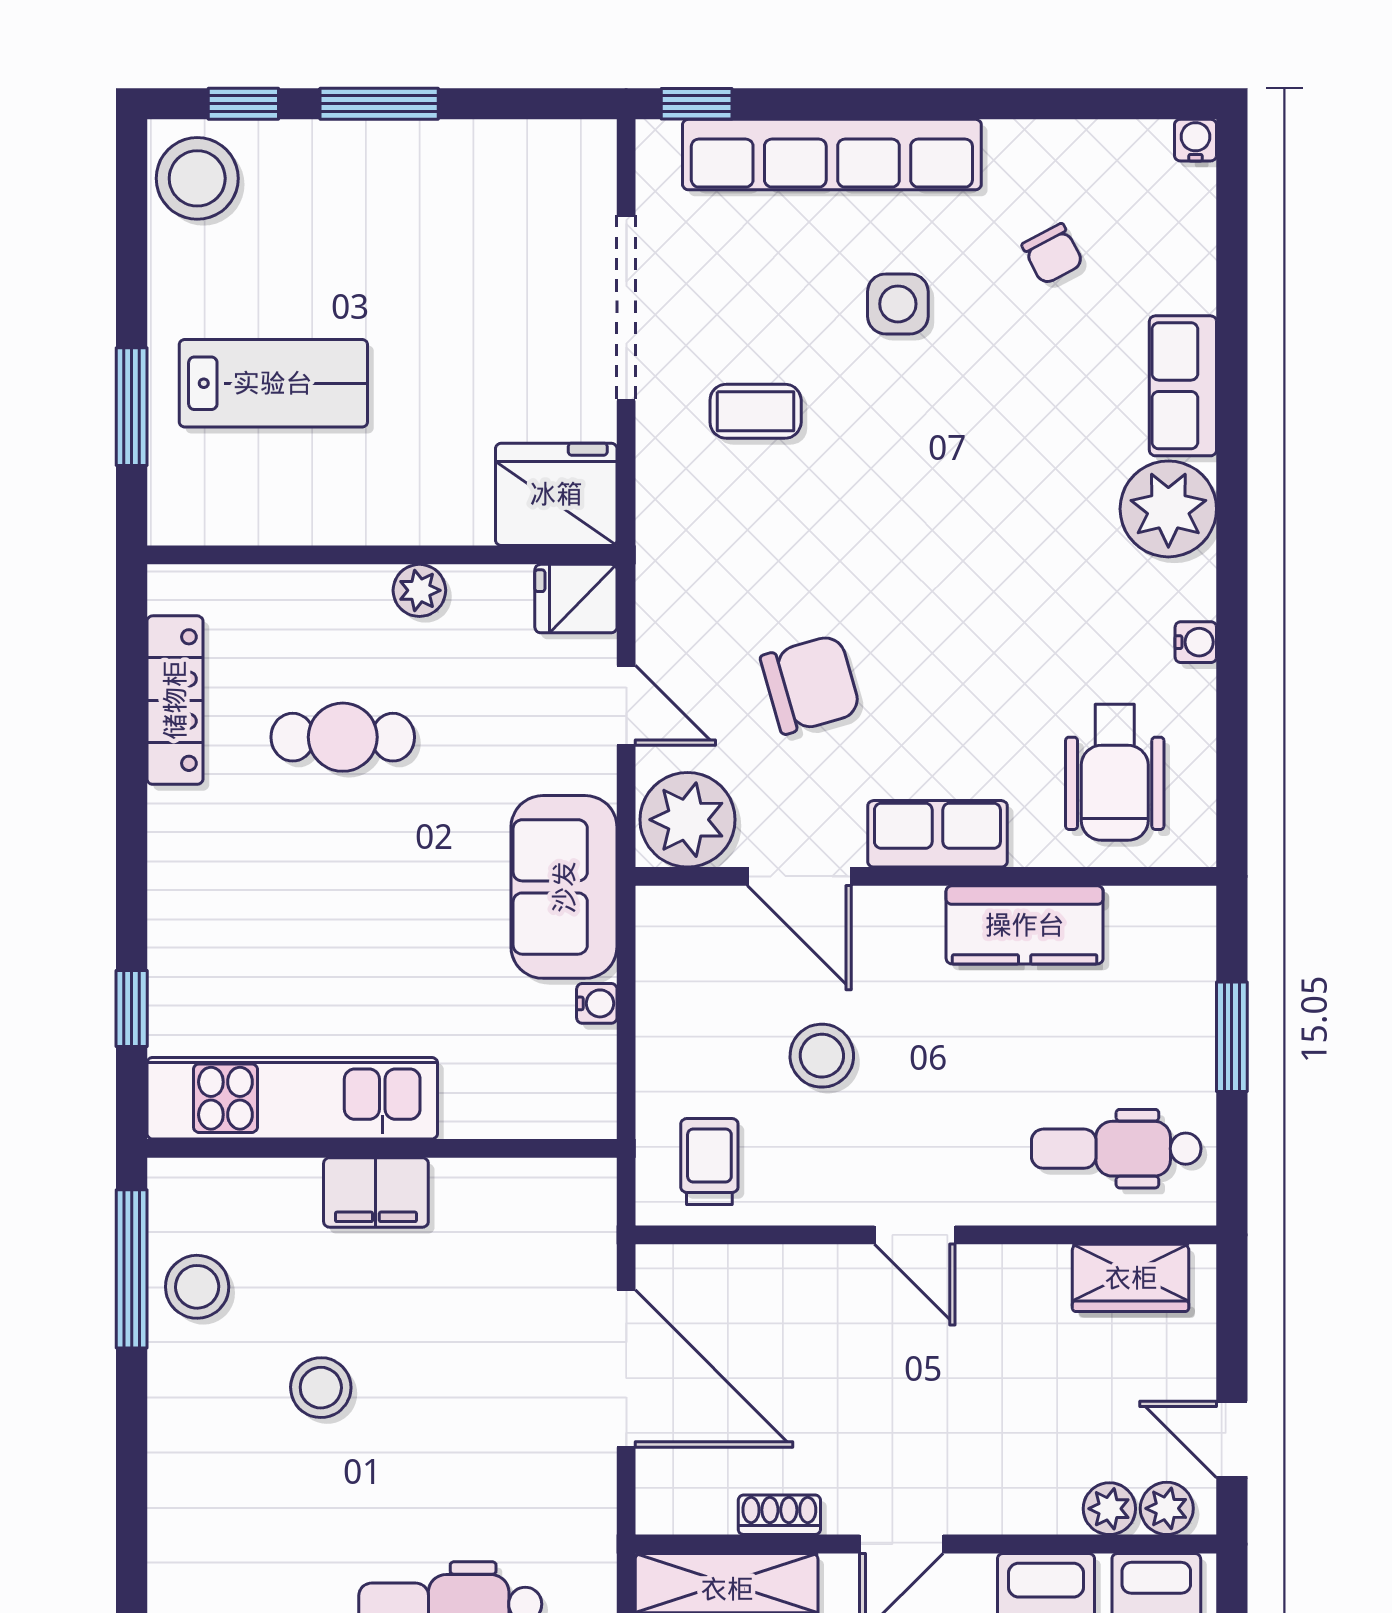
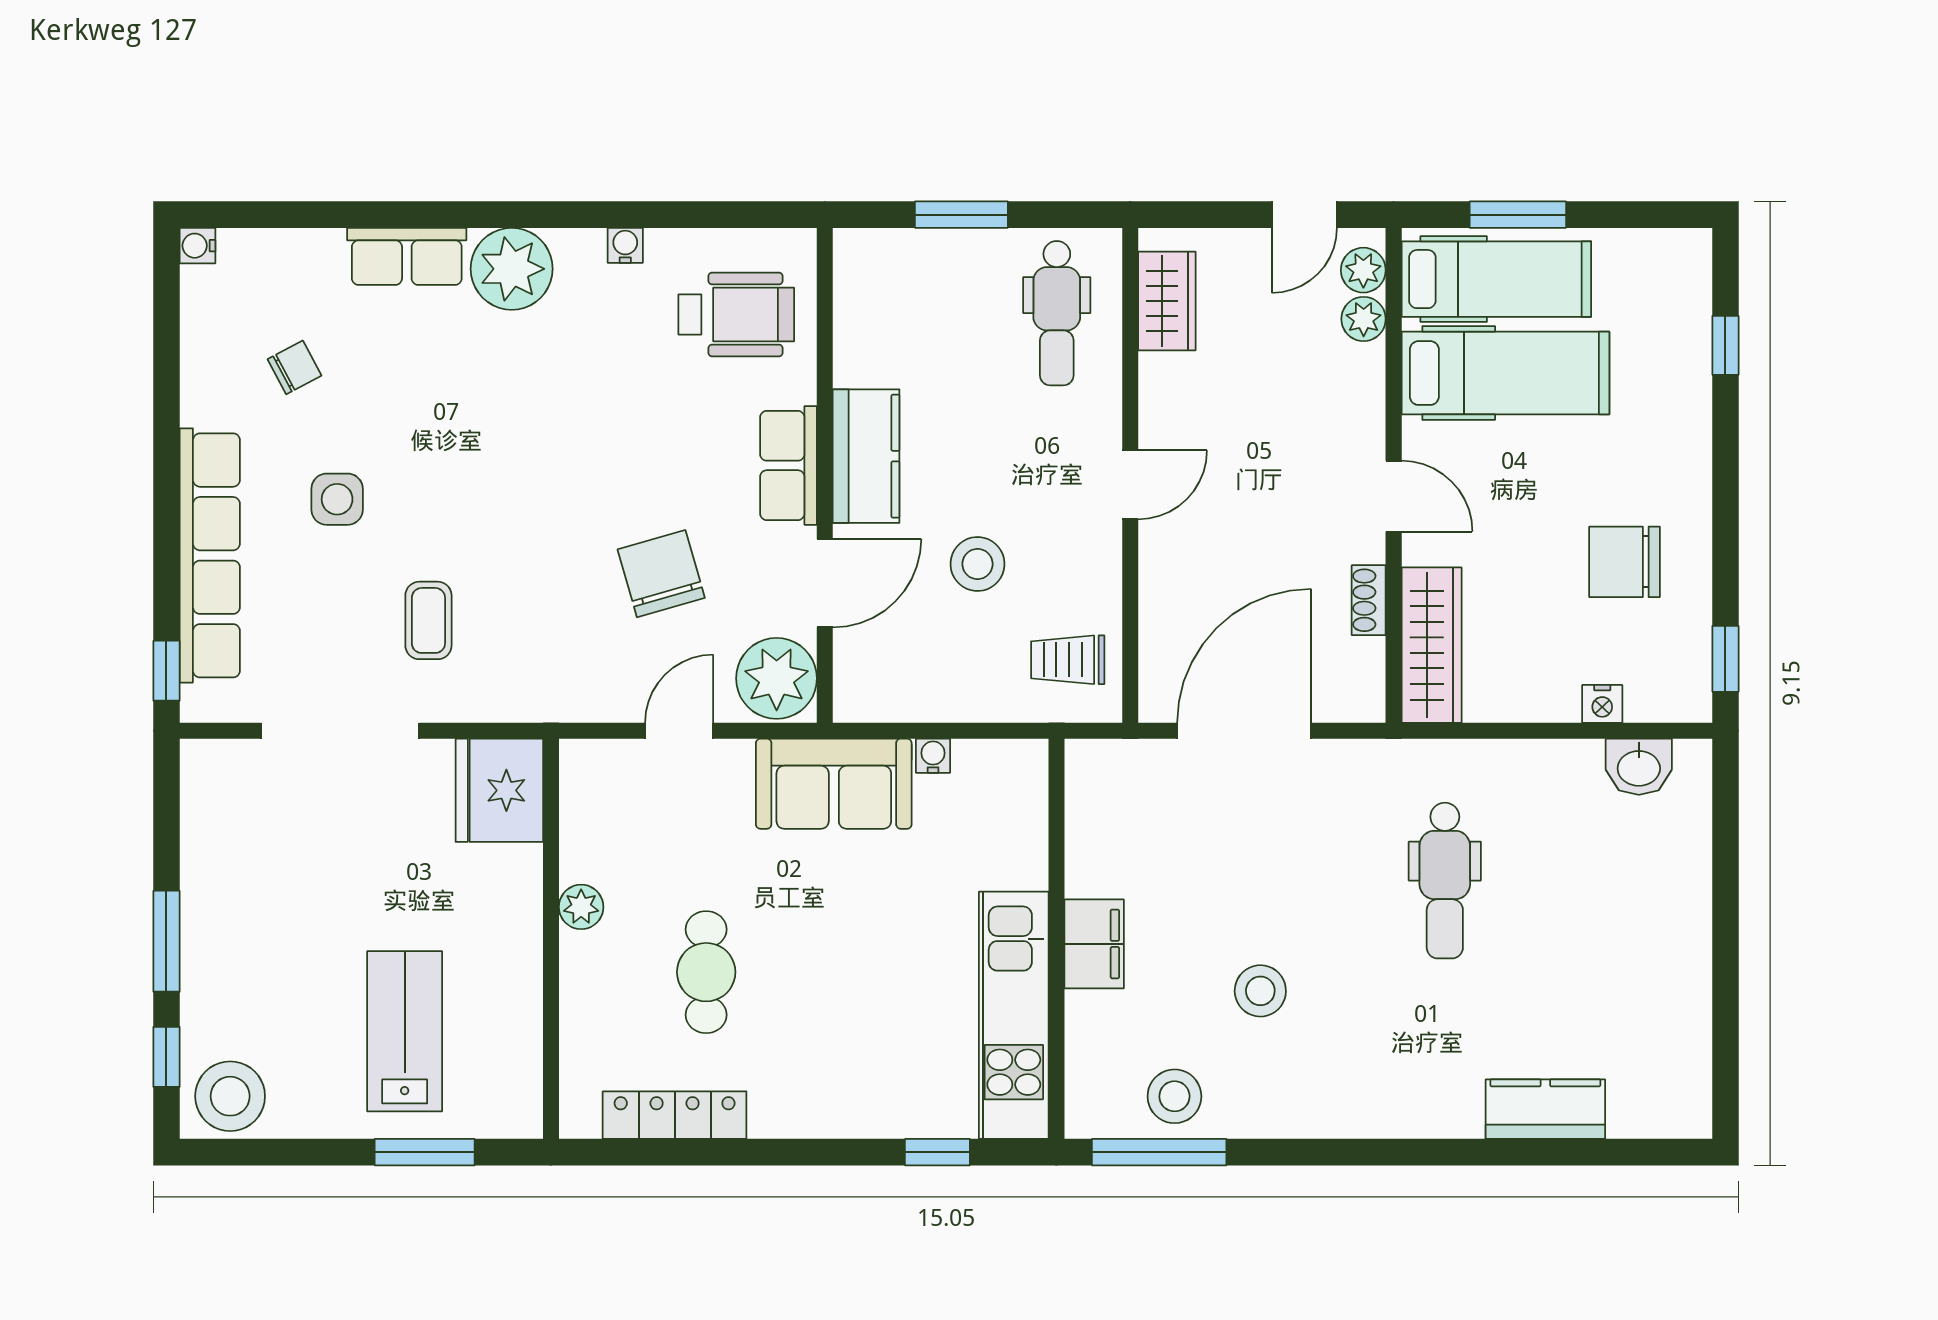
fridge: (576, 599) -> (588, 774), removed
kitchen counter: (1025, 925) -> (866, 456), moved

